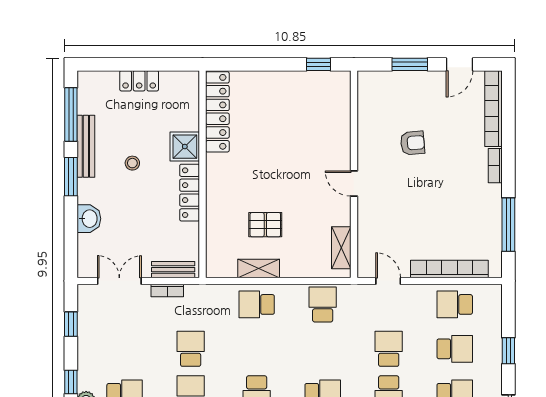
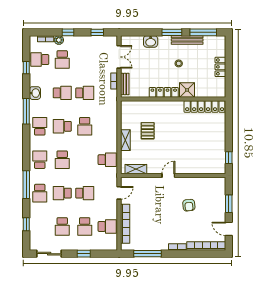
shelving: (259, 268) -> (125, 140), moved
school desk: (257, 304) -> (85, 126), moved, turned 180
school desk: (455, 304) -> (107, 226), turned 90

